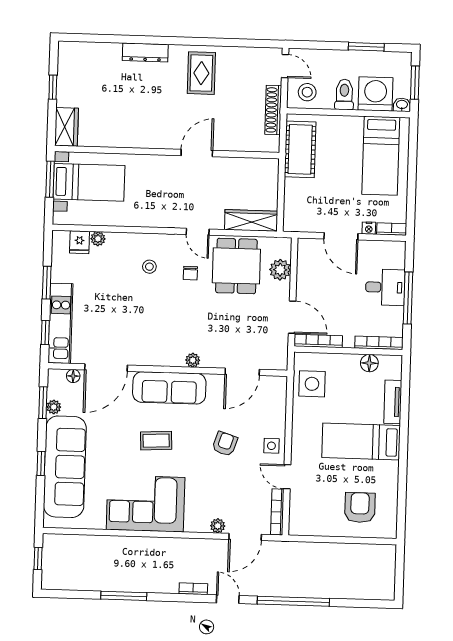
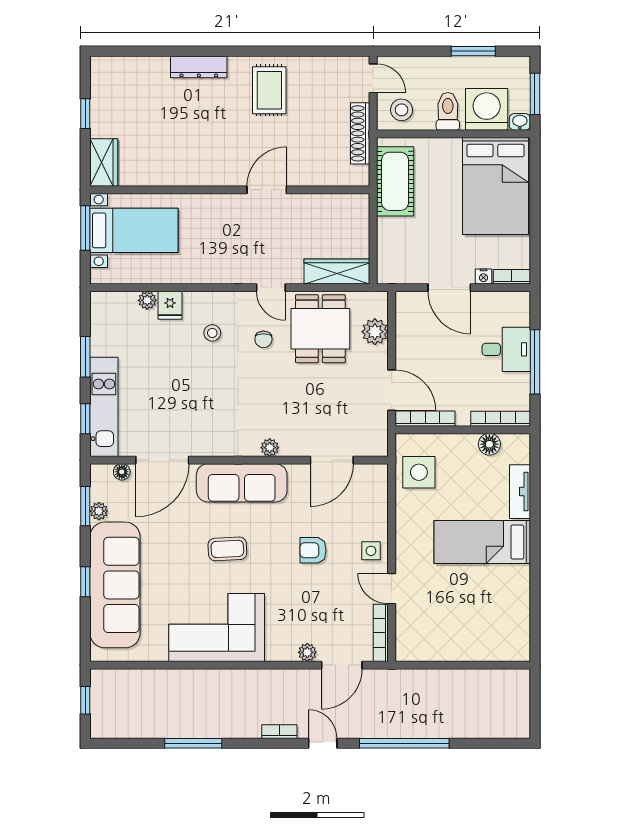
bed: (381, 156) -> (495, 186), width x1.50
fridge: (80, 242) -> (170, 305), moved
armchair: (225, 444) -> (313, 550), turned -108
armchair: (360, 508) -> (483, 624), removed

